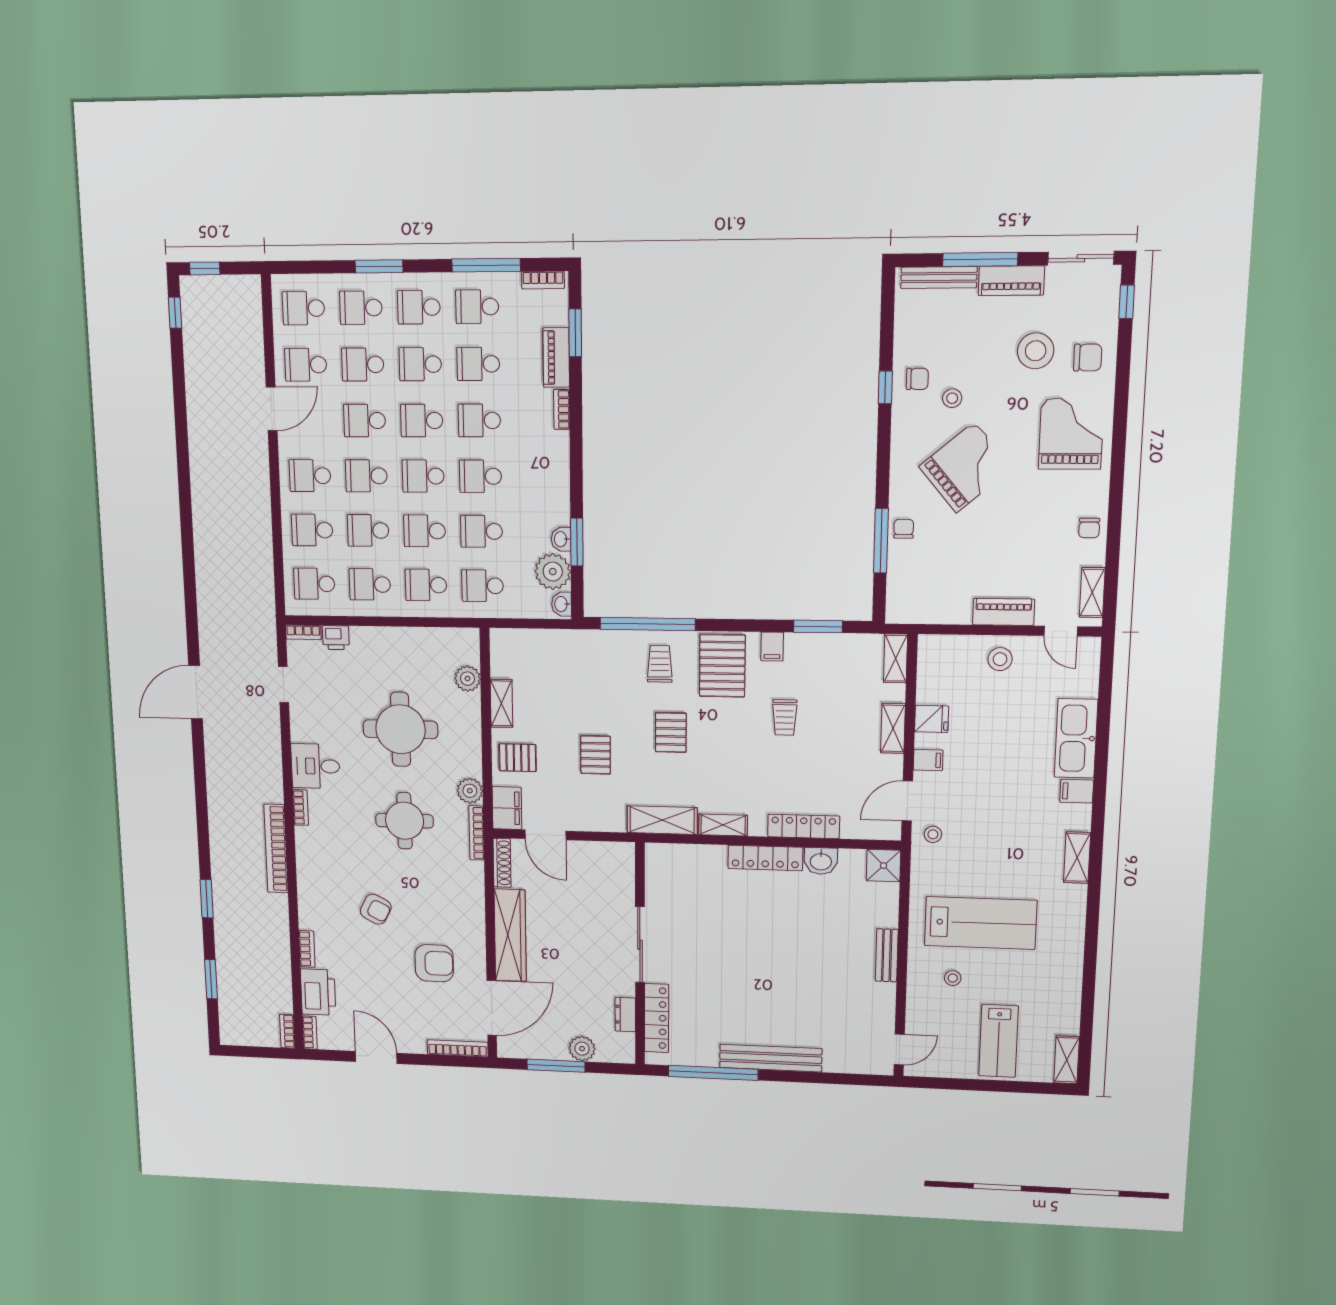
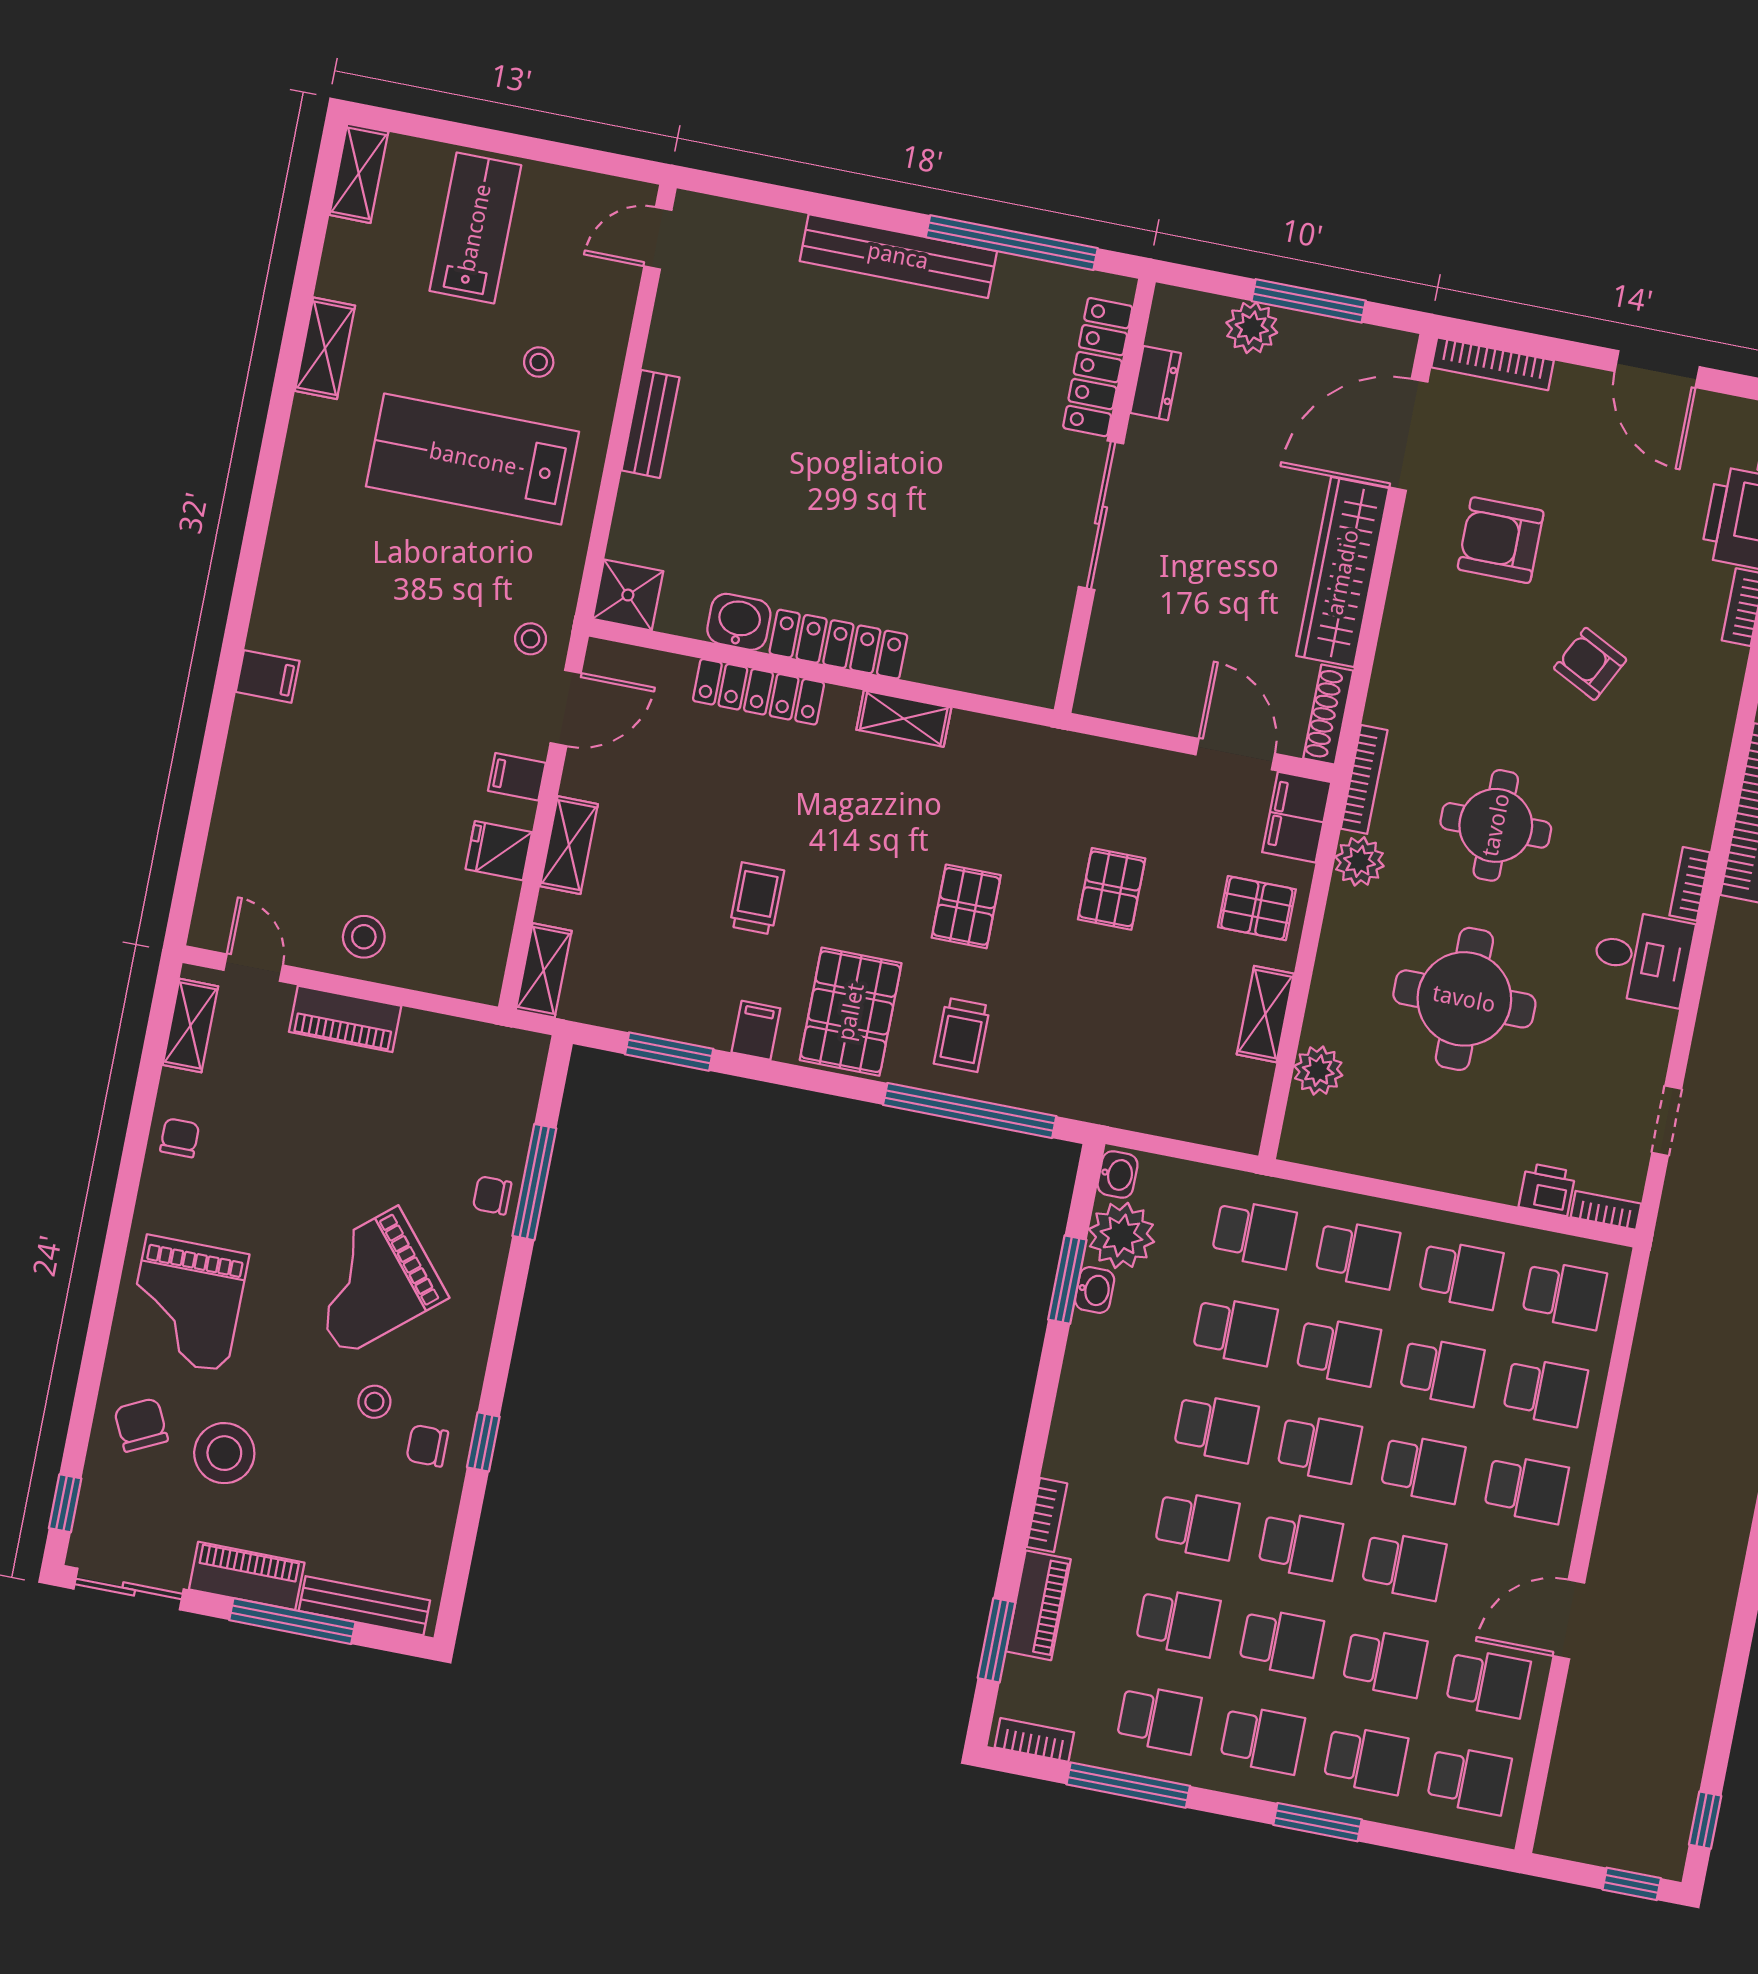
chair: (1088, 357) -> (141, 1425), turned 64
chair: (904, 529) -> (492, 1195), turned 90
kitchen sink: (1076, 738) -> (255, 772), removed
shelving: (662, 820) -> (1013, 746), removed
shelving: (1077, 858) -> (325, 348), moved

